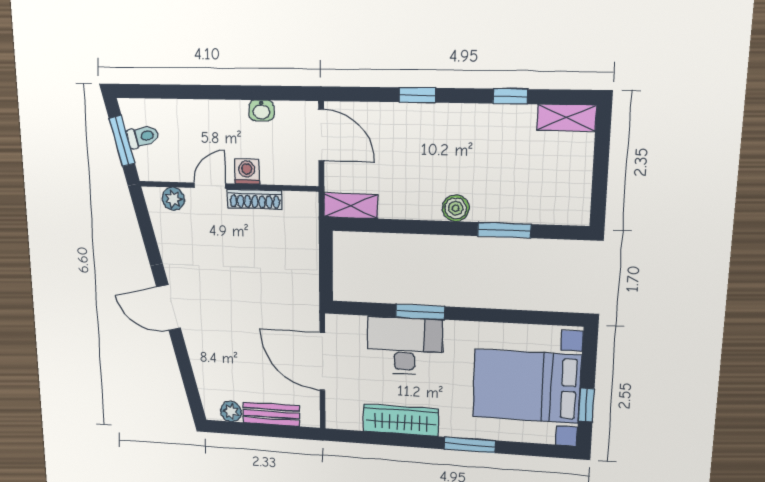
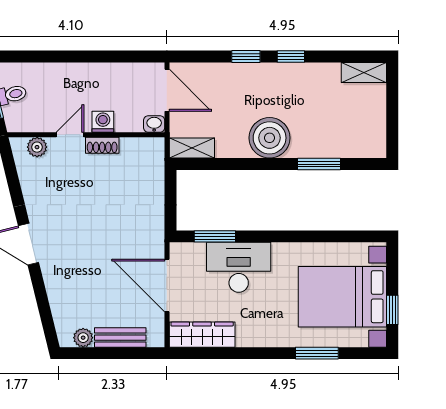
window: (510, 96) -> (291, 57), moved
washbasin: (261, 111) -> (154, 124), moved, turned 180
shoe rack: (255, 199) -> (102, 145), width x0.70
boiler: (456, 208) -> (270, 138), width x1.86, depth x1.86
window: (420, 312) -> (215, 236), moved
wardrobe: (401, 420) -> (202, 335), moved
window: (470, 445) -> (317, 353), moved

